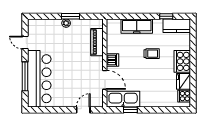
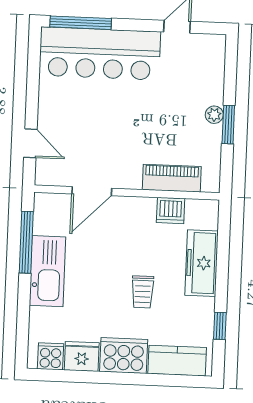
kitchen counter: (177, 26) -> (177, 361), moved, turned 90
dishwasher: (112, 60) -> (171, 211), moved
window: (25, 76) -> (81, 23), moved
kitchen sink: (123, 99) -> (47, 271), moved
window: (130, 110) -> (26, 242), width x2.17

